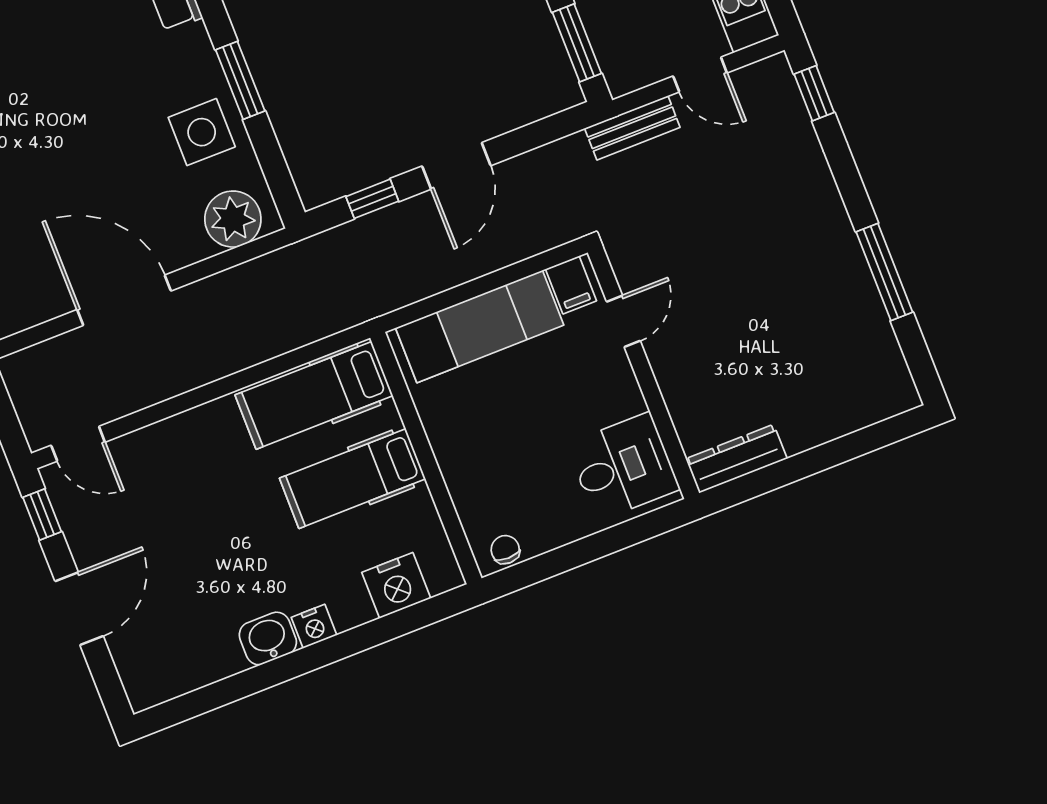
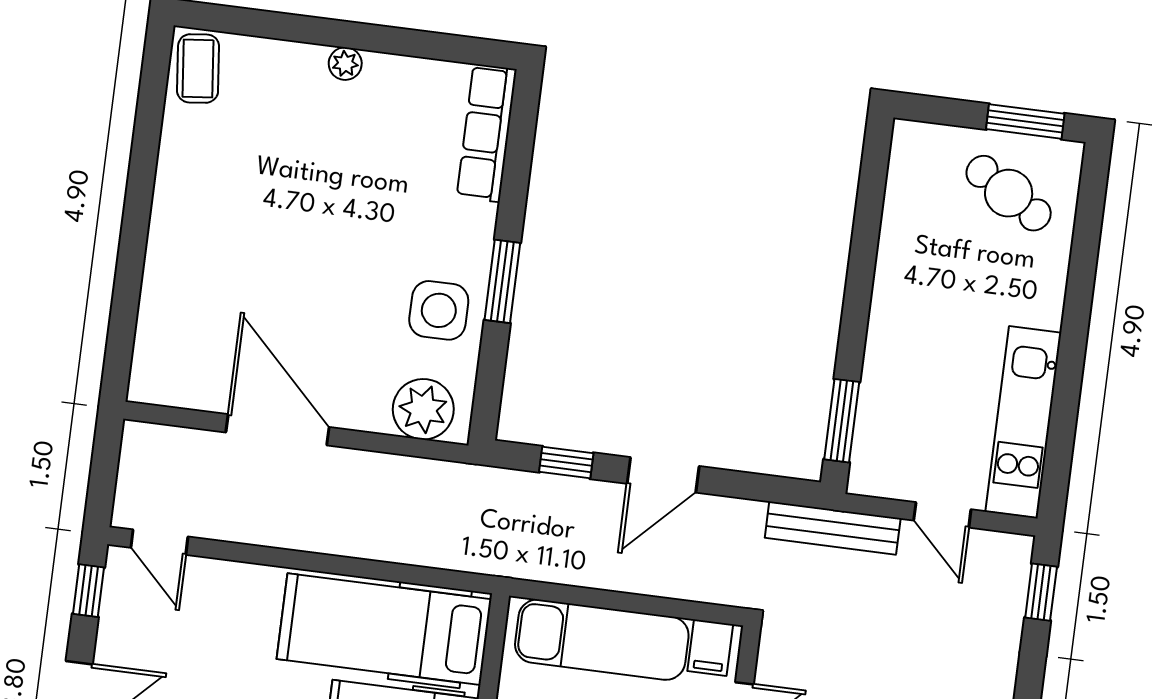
bench: (632, 128) -> (833, 528), width x1.36
hospital bed: (314, 395) -> (384, 629), width x1.37, depth x1.29

